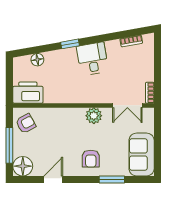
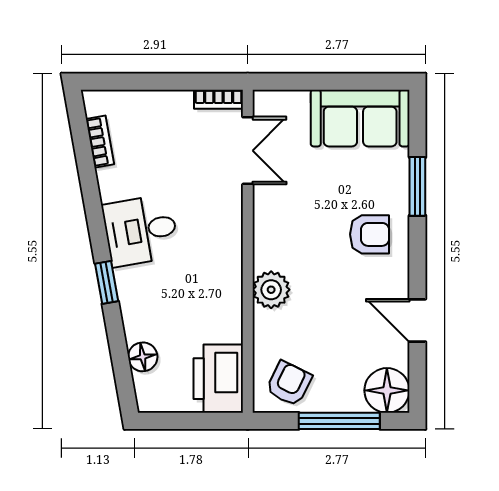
plant: (94, 116) -> (271, 290), moved
armchair: (26, 123) -> (289, 384), turned 55

